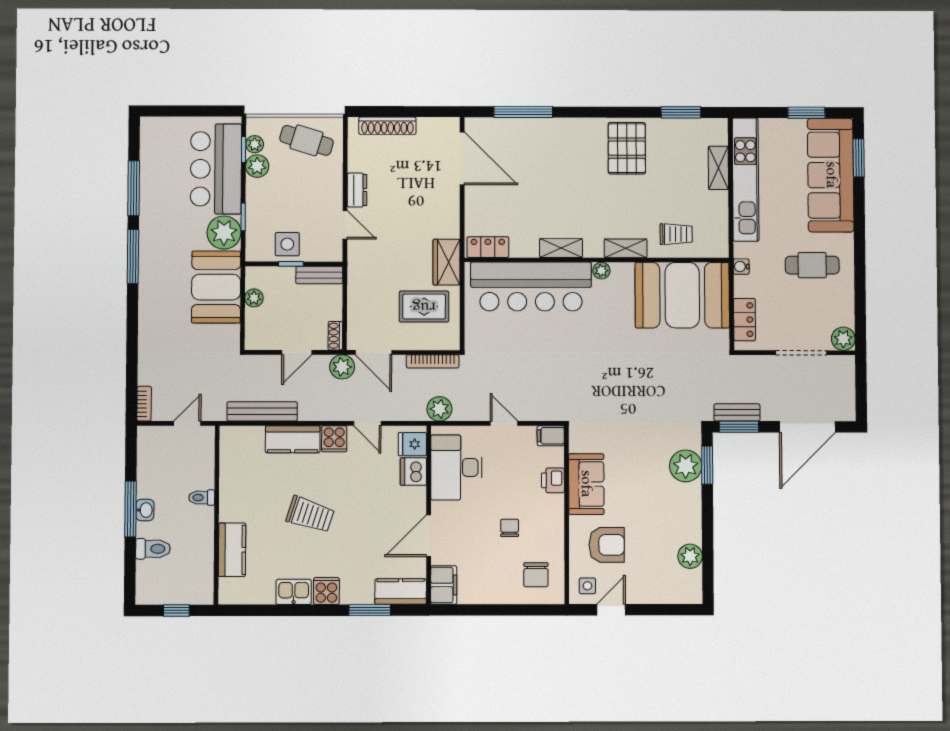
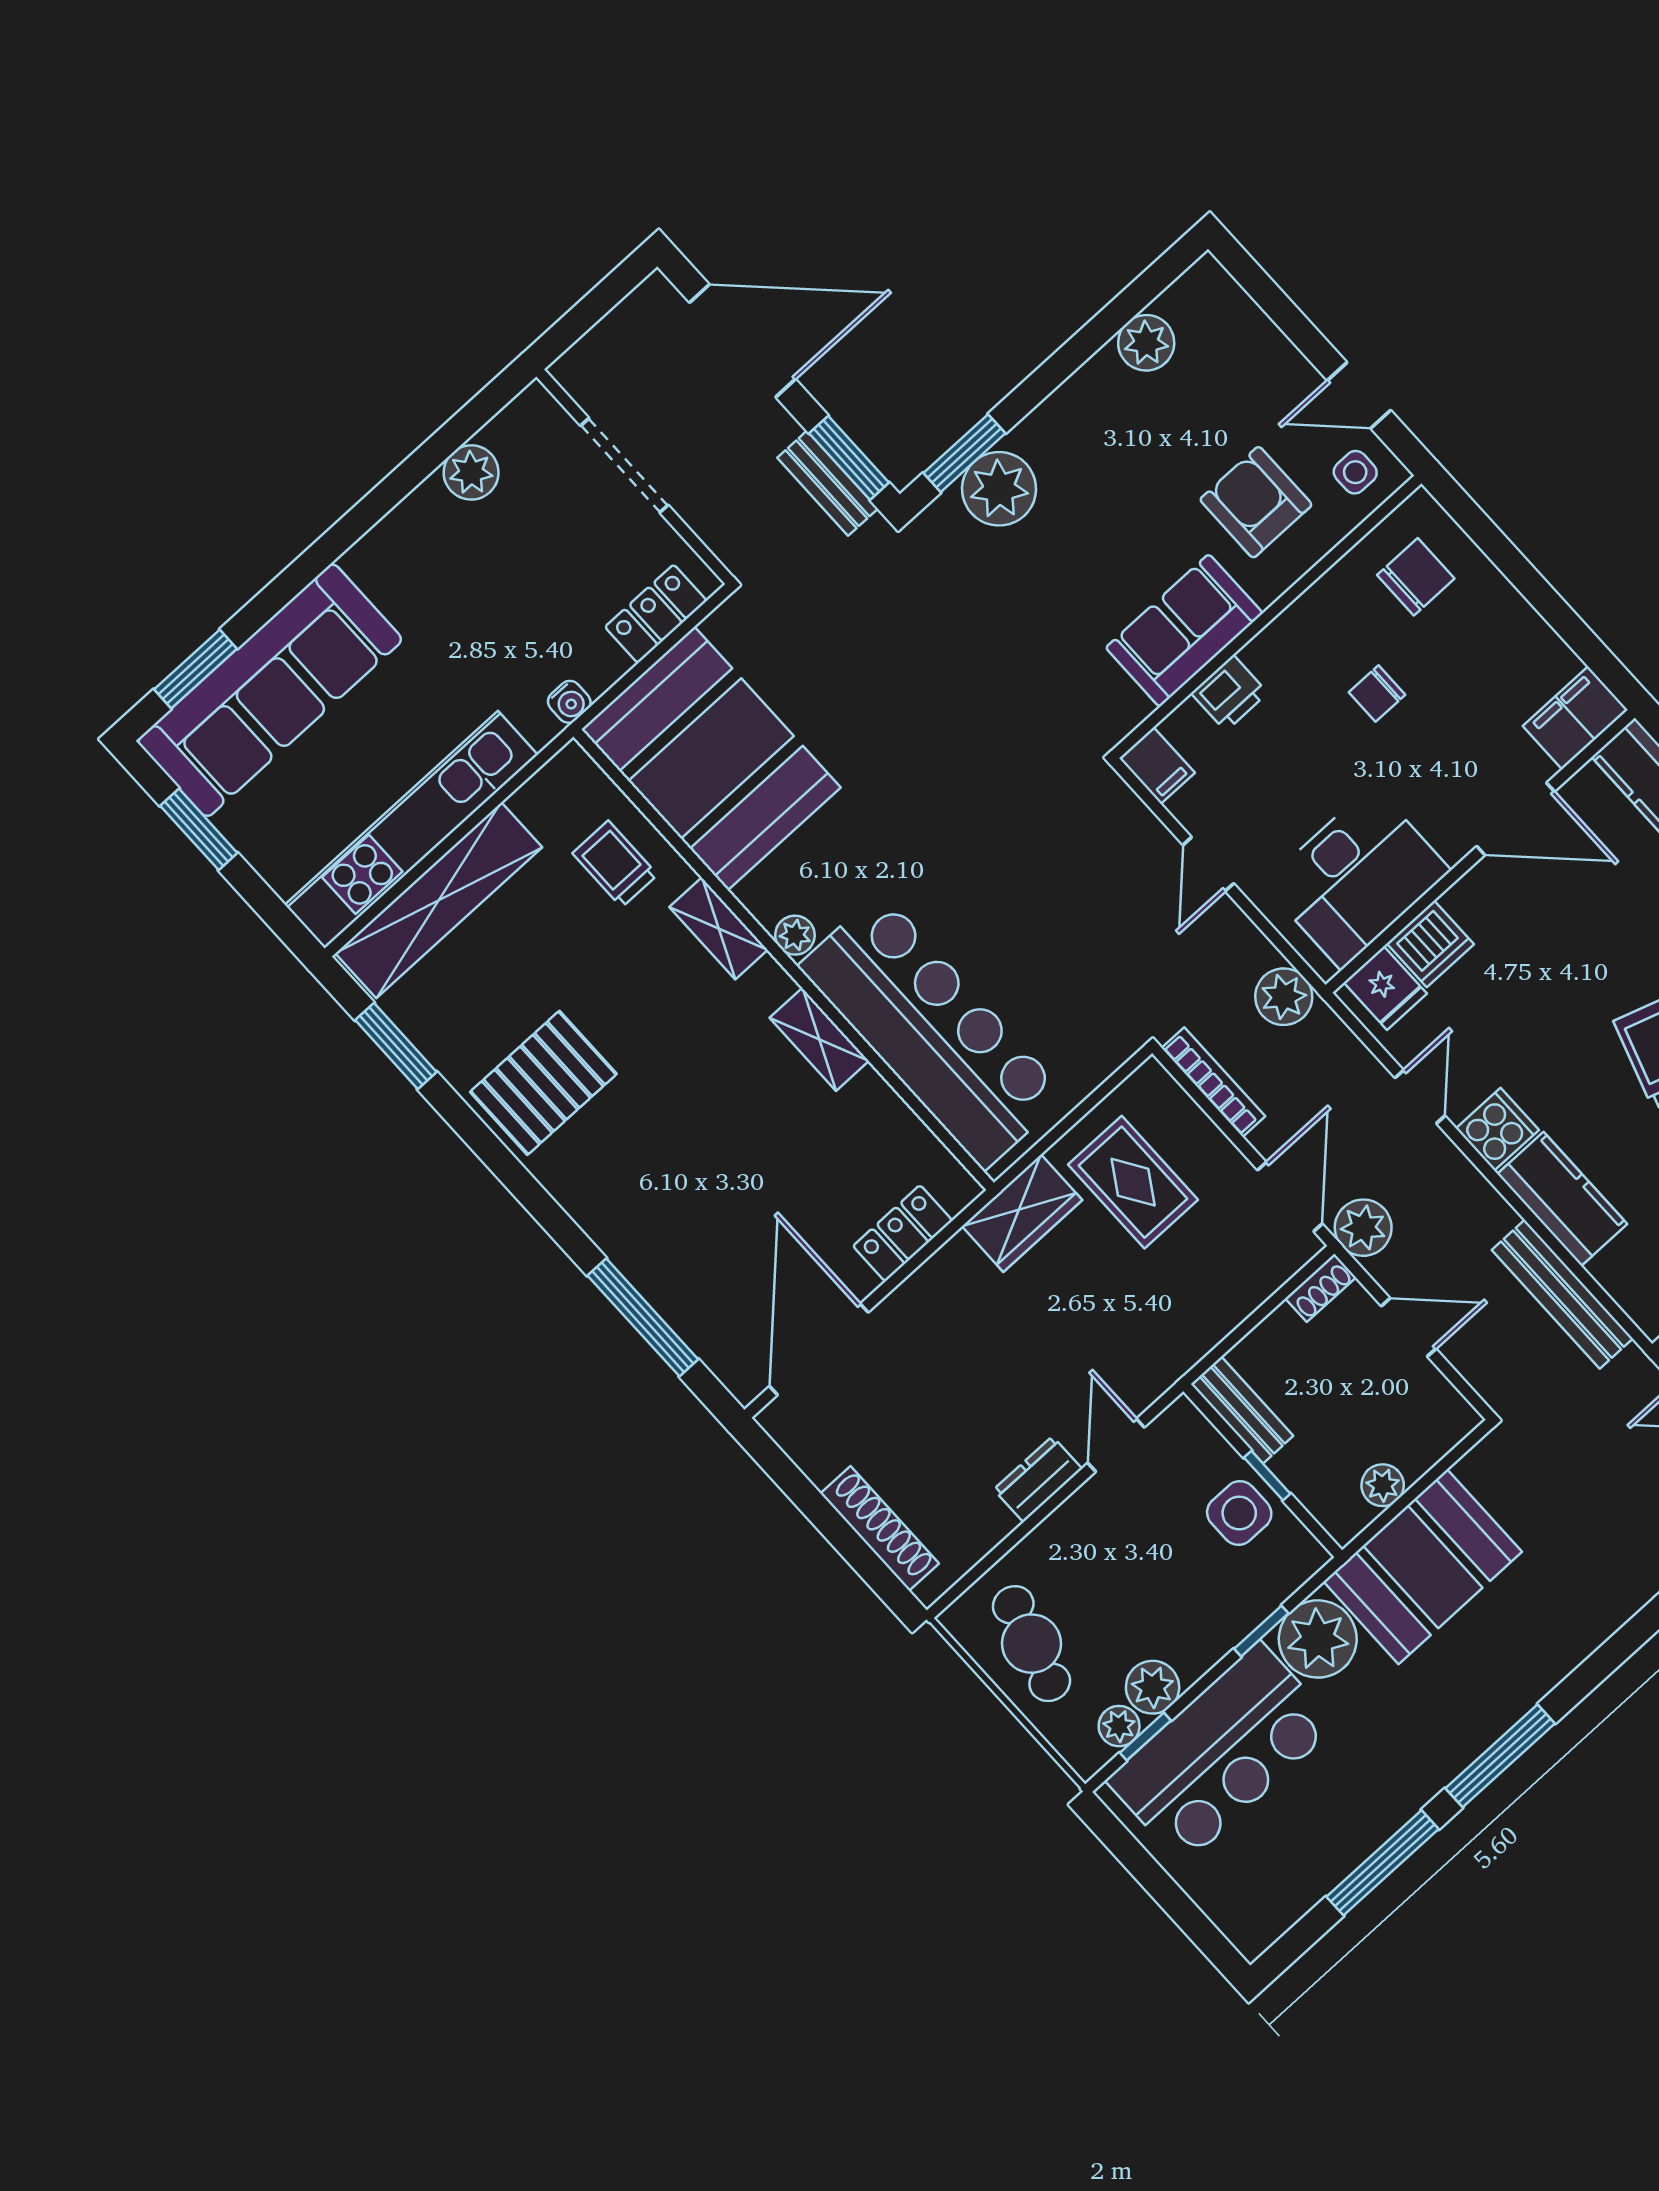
shelving: (718, 168) -> (439, 900), width x2.20, depth x1.33
locker: (488, 247) -> (903, 1233), moved, turned 90
cafe table: (812, 265) -> (456, 582), removed
plant: (843, 339) -> (471, 472), moved

